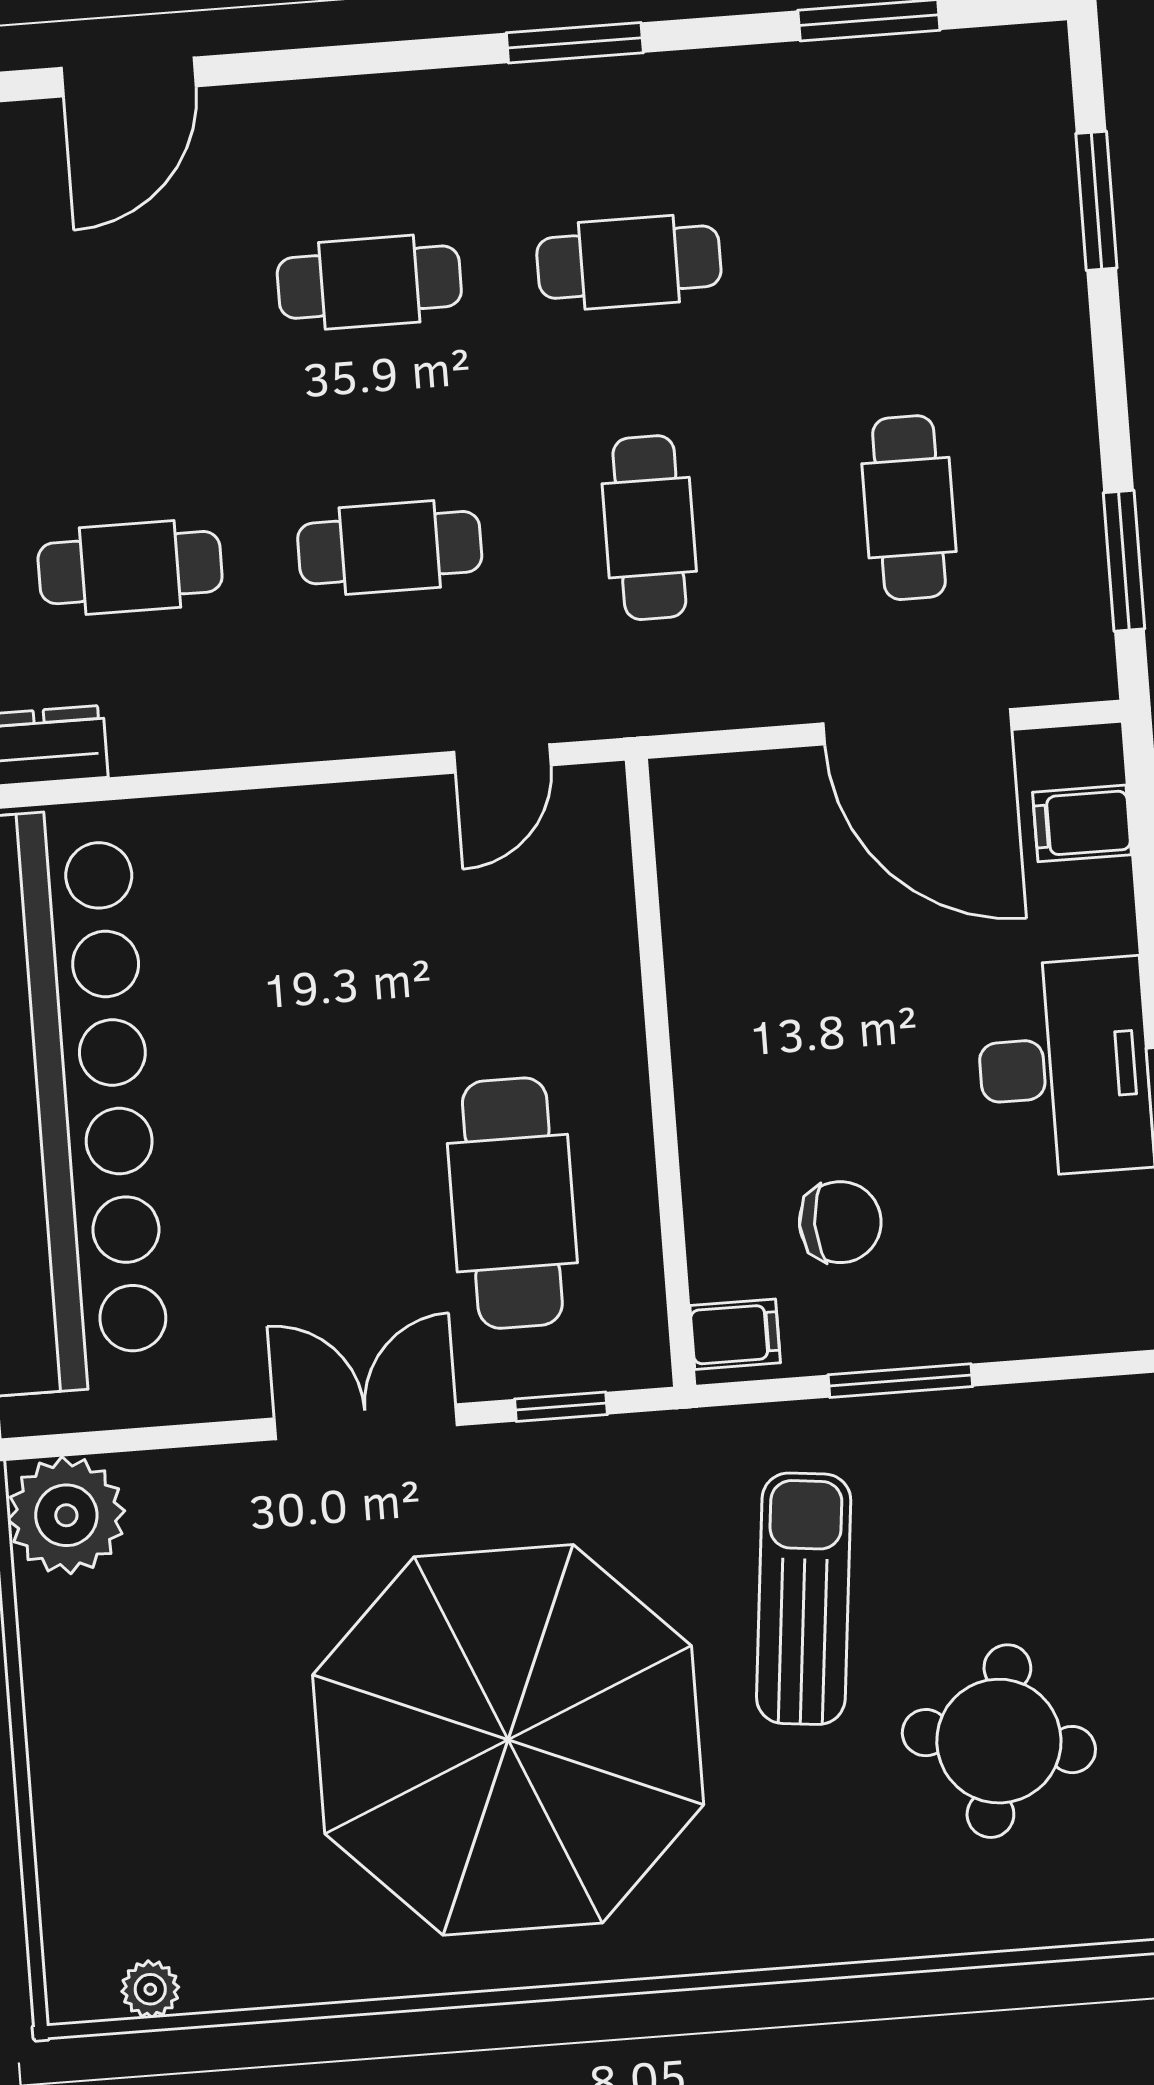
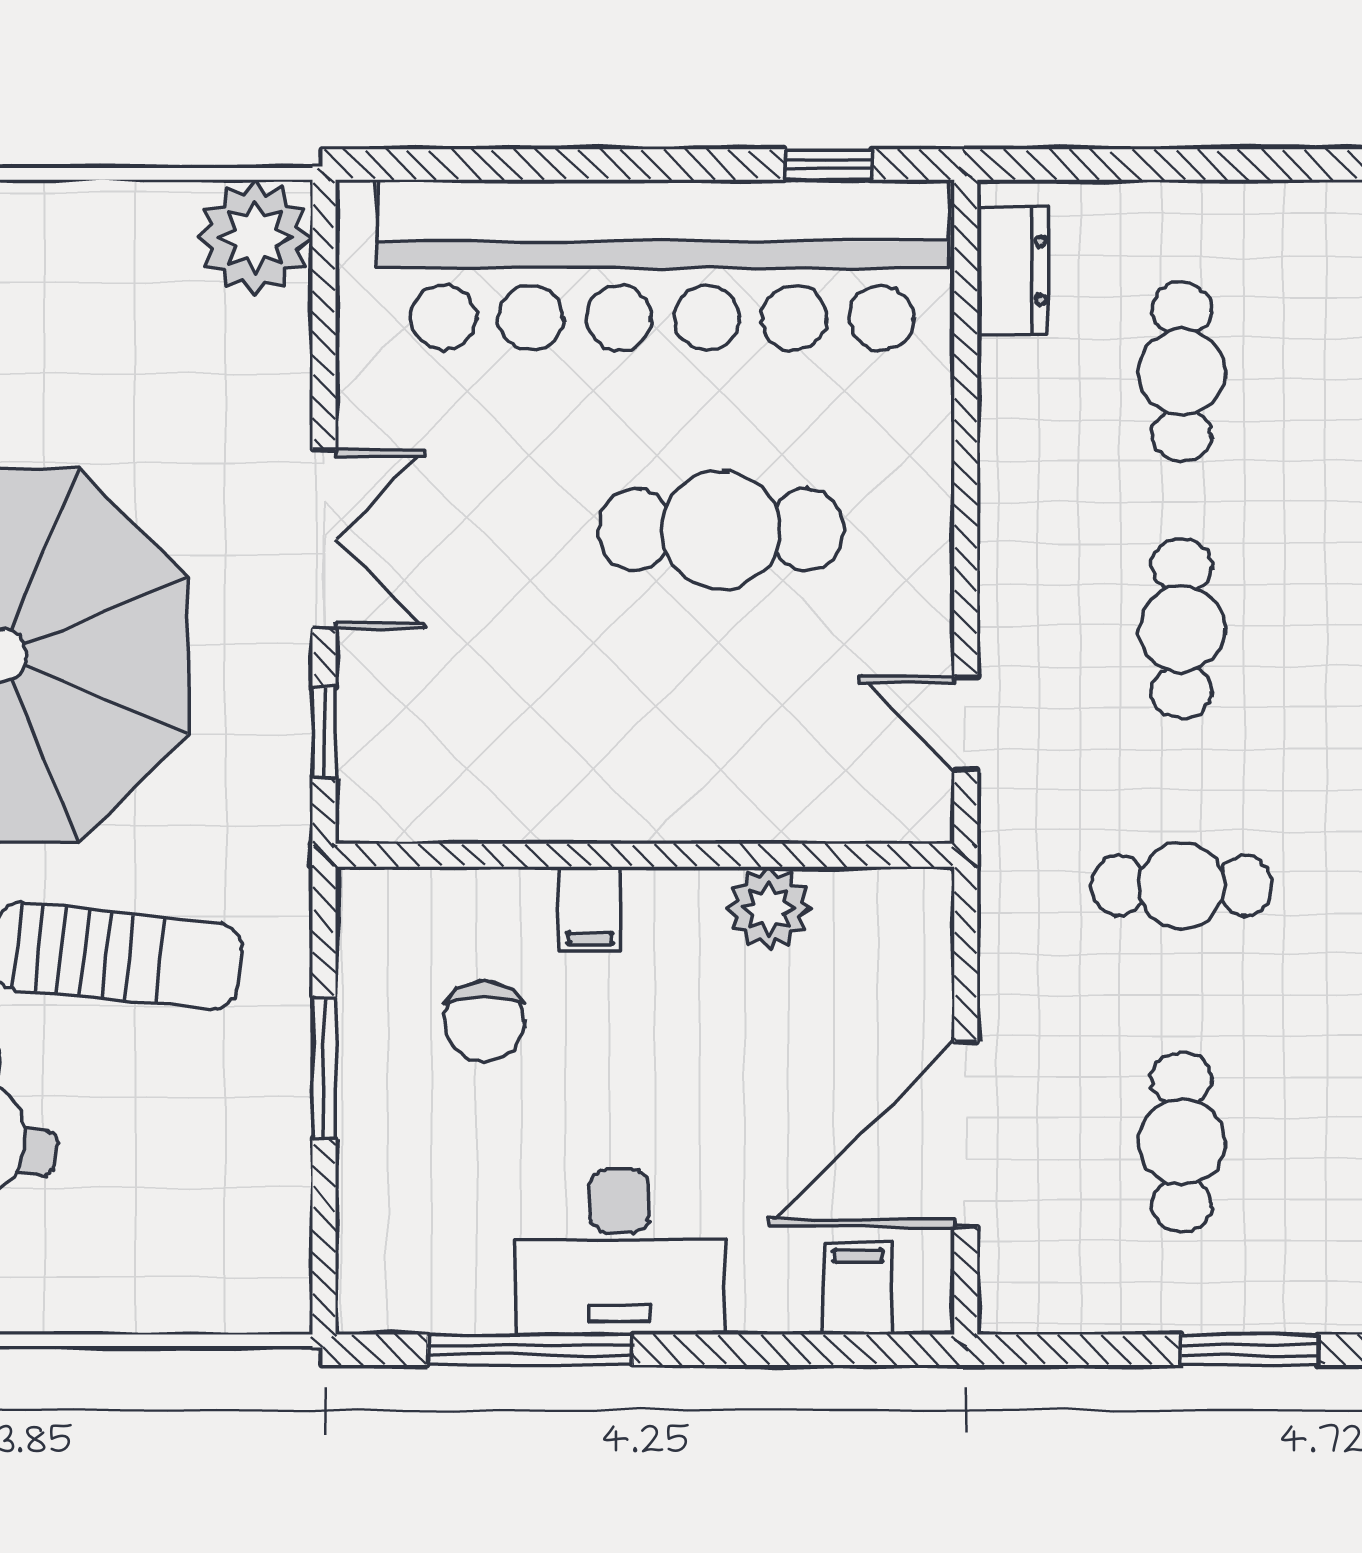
cafe table: (909, 508) -> (1182, 1142), turned 90
window: (1124, 561) -> (1249, 1350), moved
plant: (705, 943) -> (769, 908), added
cafe table: (512, 1203) -> (721, 530), moved
filing cabinet: (735, 1334) -> (590, 909), moved

